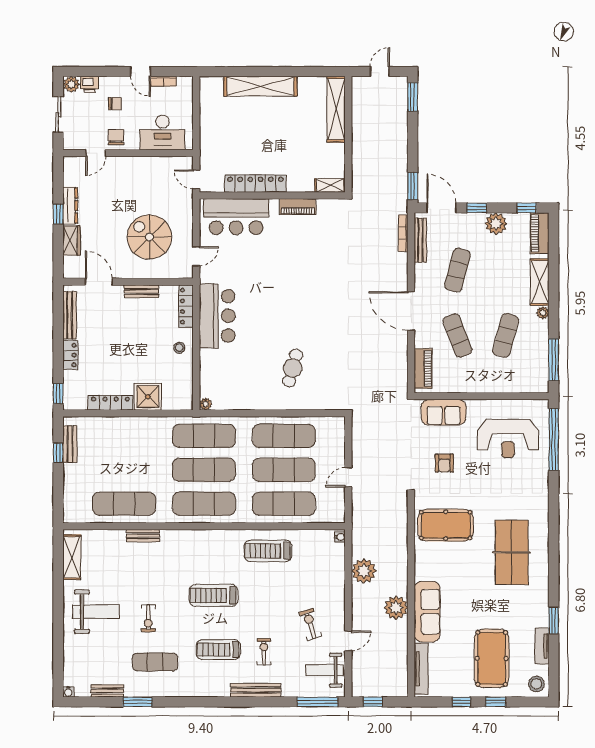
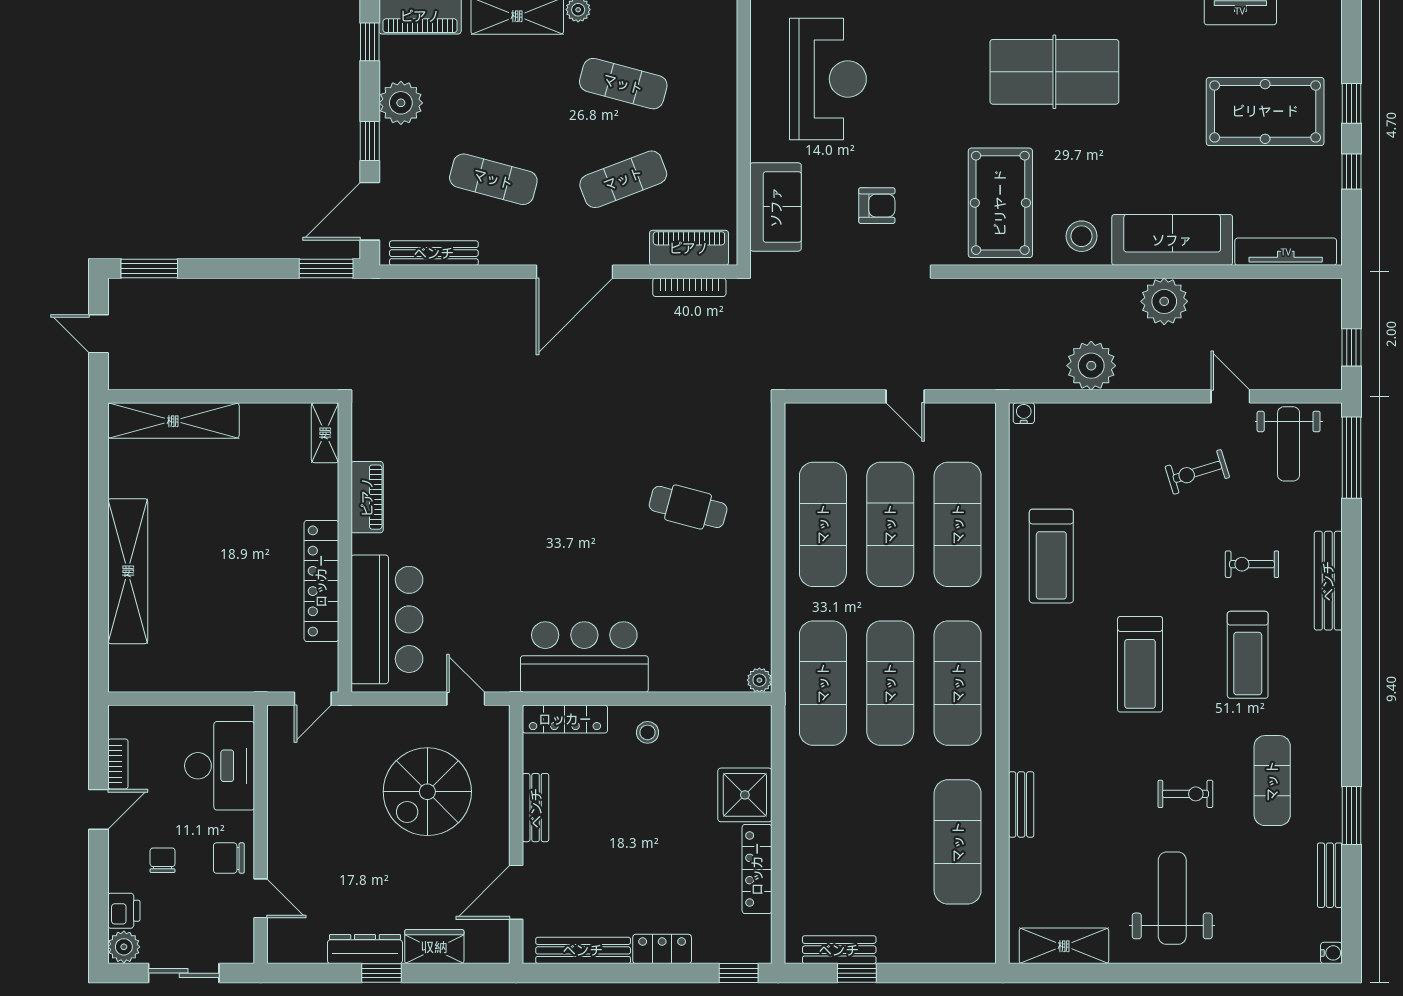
bookcase: (403, 233) -> (689, 287), moved
stool: (536, 684) -> (1082, 236), moved

